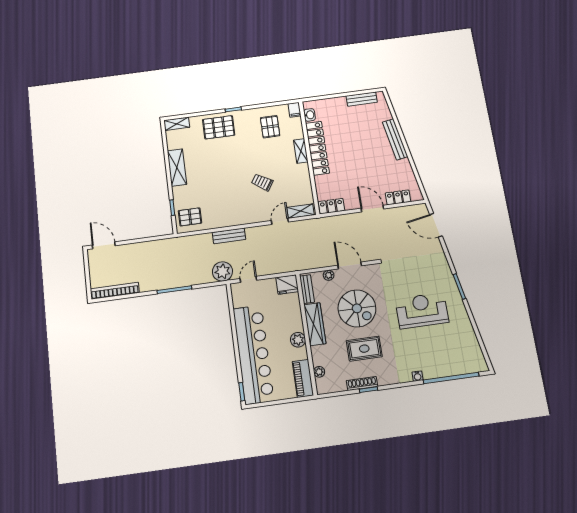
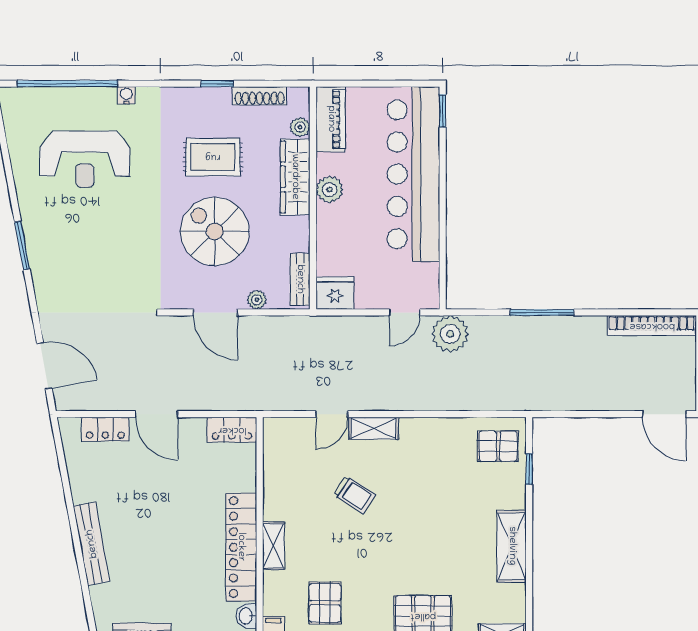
shelving: (300, 211) -> (374, 428), moved
bench: (229, 236) -> (430, 400), removed
reception desk: (422, 311) -> (85, 159), moved
wardrobe: (315, 324) -> (295, 177), moved
shoe rack: (362, 384) -> (260, 96), moved

